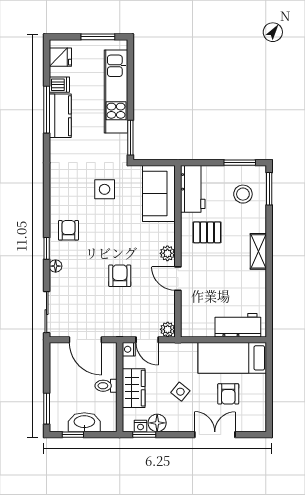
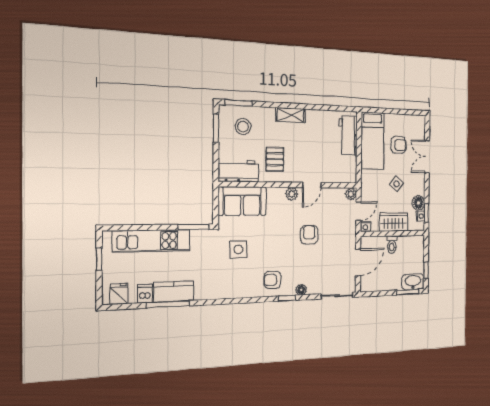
window: (98, 37) -> (99, 259), width x0.67
armchair: (120, 276) -> (309, 235), turned 90
washbasin: (84, 422) -> (413, 282), moved, turned 90

